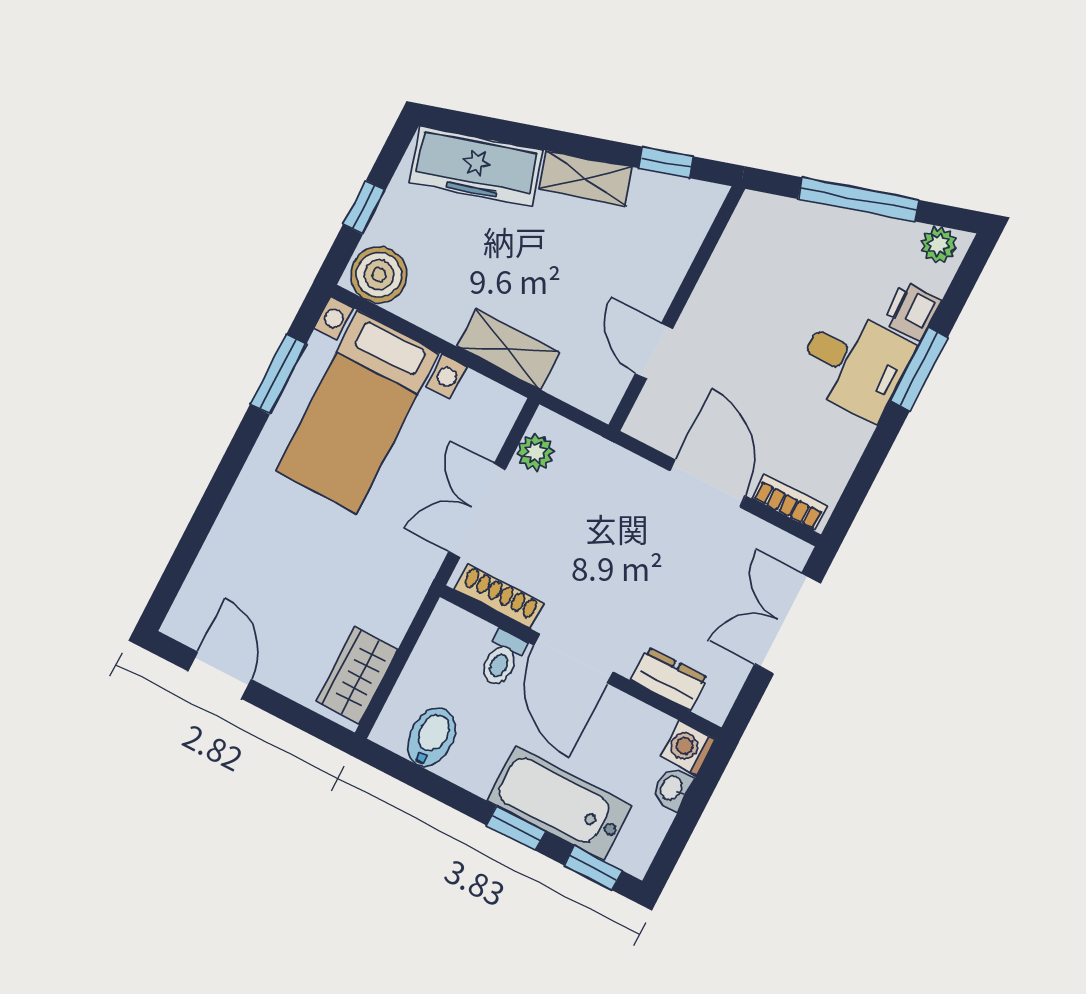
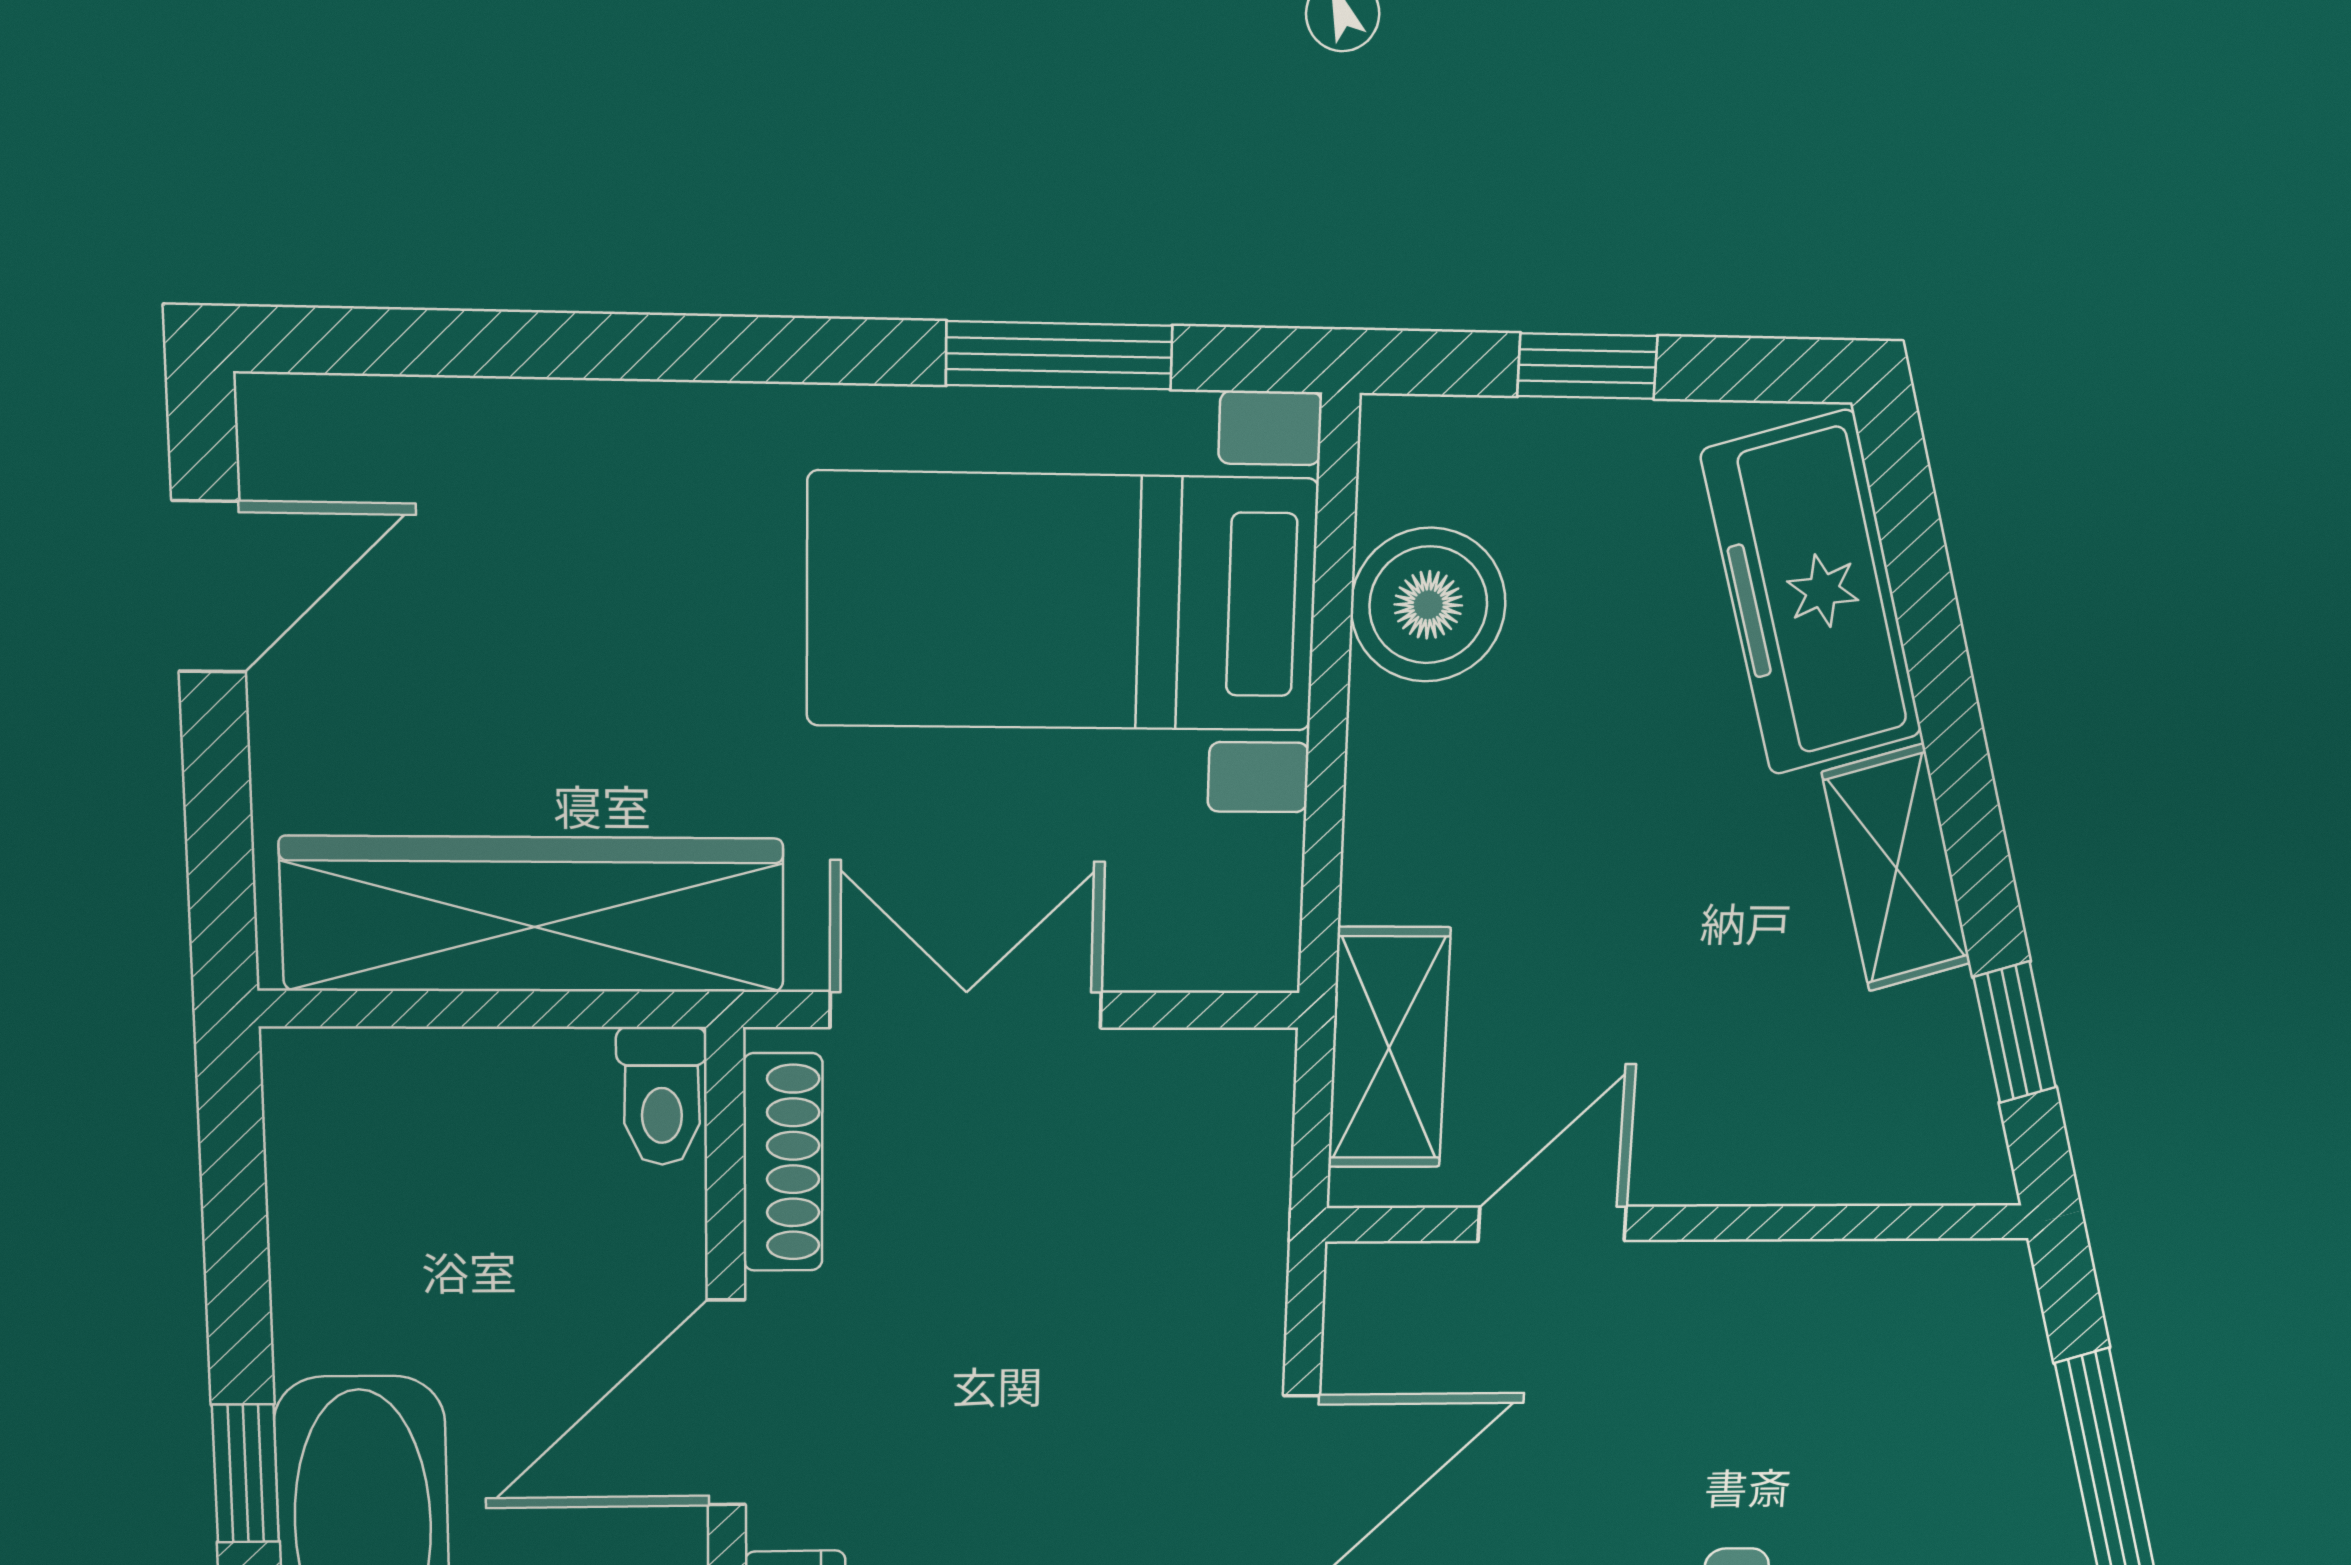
boiler: (379, 275) -> (1428, 605), moved
shelving: (508, 350) -> (1389, 1048), moved
plant: (535, 452) -> (1176, 1075), removed
toilet: (502, 659) -> (662, 1096), moved, turned -90
wardrobe: (357, 675) -> (534, 915), width x2.10, depth x1.17
bidet: (432, 737) -> (351, 1176), removed

